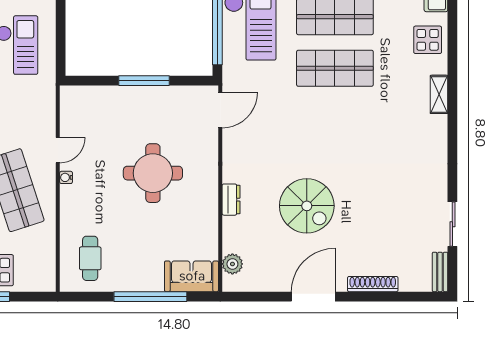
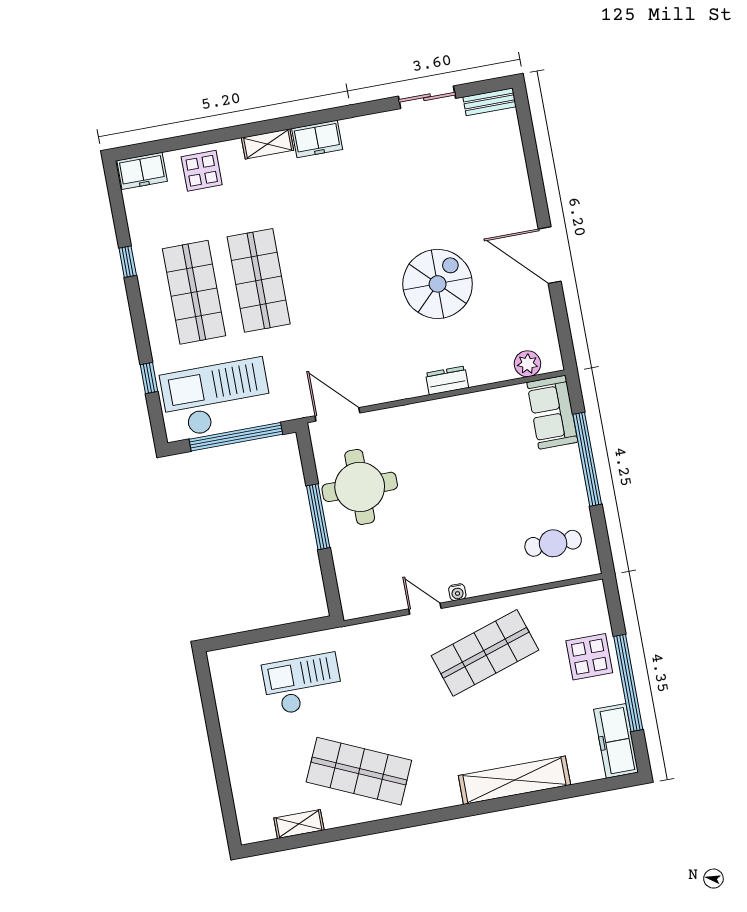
freezer: (436, 133) -> (317, 139), added
round table: (153, 173) -> (360, 487), moved
shoe rack: (373, 284) -> (520, 183), removed

